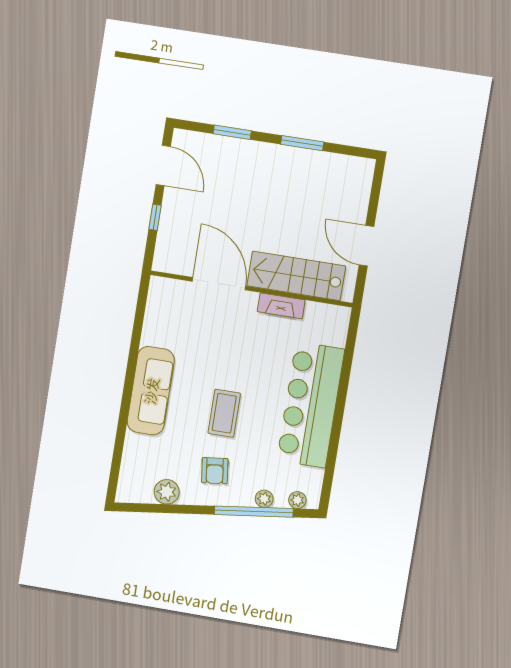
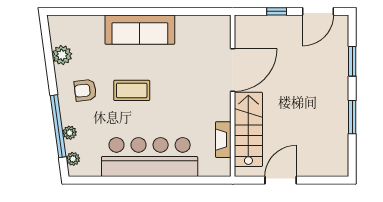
fireplace: (281, 306) -> (223, 140), moved

